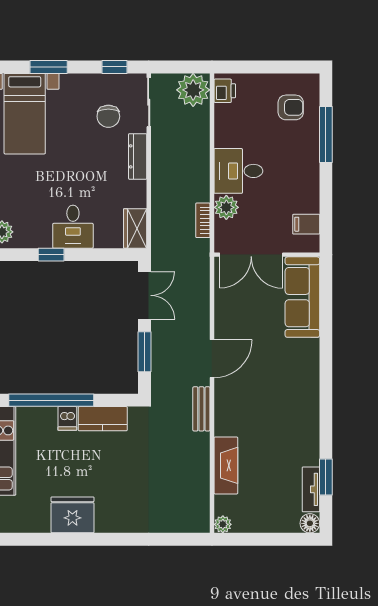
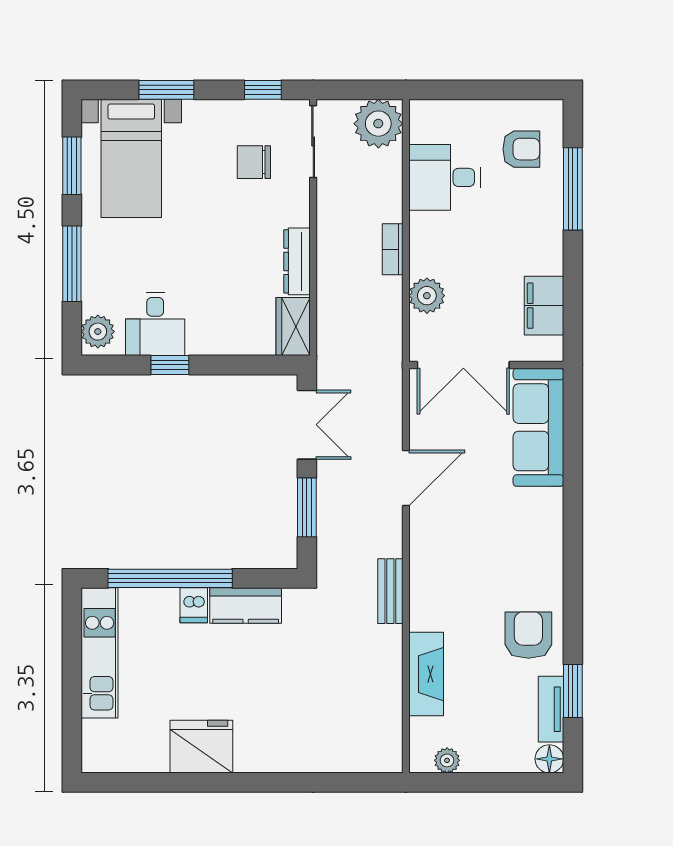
printer: (225, 91) -> (425, 125), removed
chair: (108, 116) -> (254, 162), turned 90
dresser: (138, 156) -> (297, 261), moved
desk: (238, 171) -> (445, 177), moved
bookcase: (203, 220) -> (393, 249), moved
filing cabinet: (306, 224) -> (544, 306), width x2.00
desk: (73, 227) -> (155, 324), moved
door: (212, 359) -> (406, 478), moved
armchair: (296, 439) -> (528, 635), added
plant: (223, 524) -> (447, 760), moved

